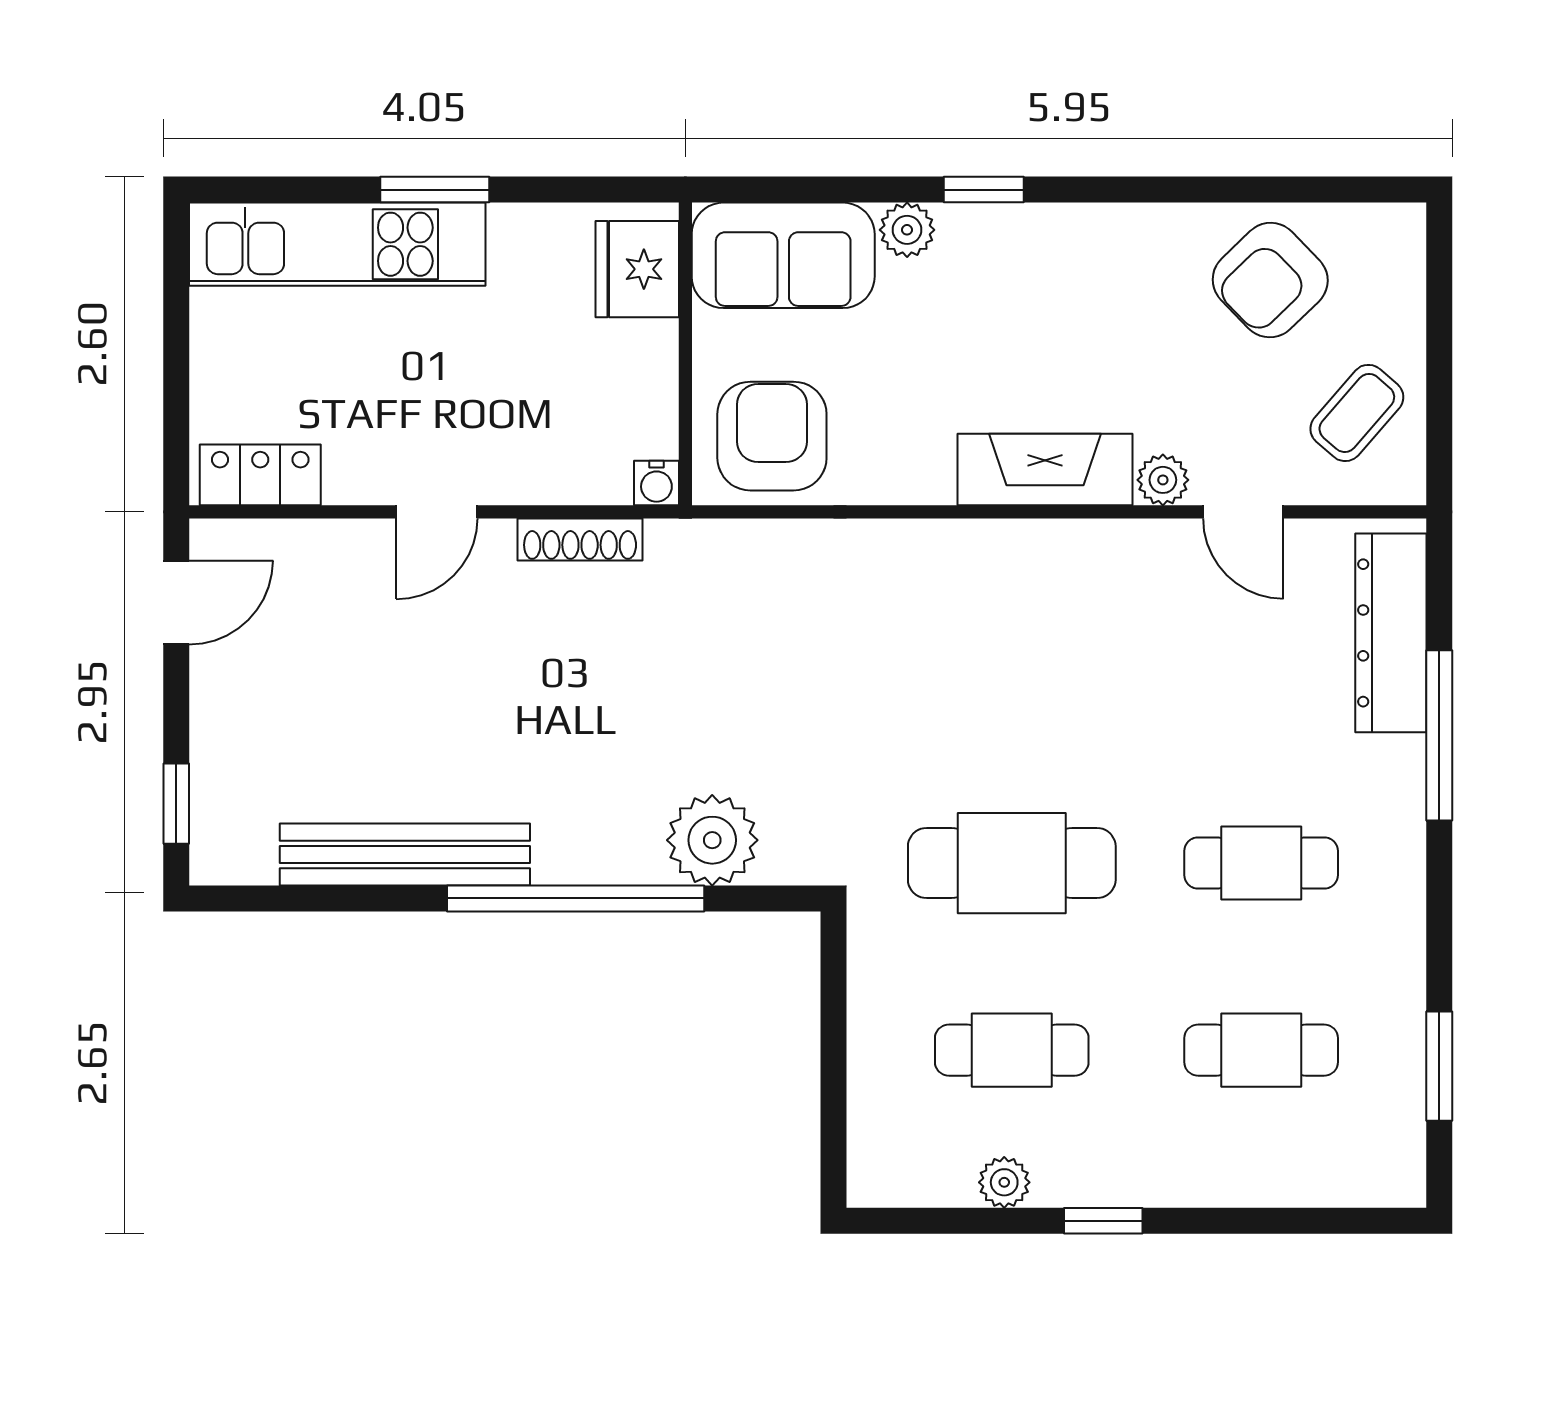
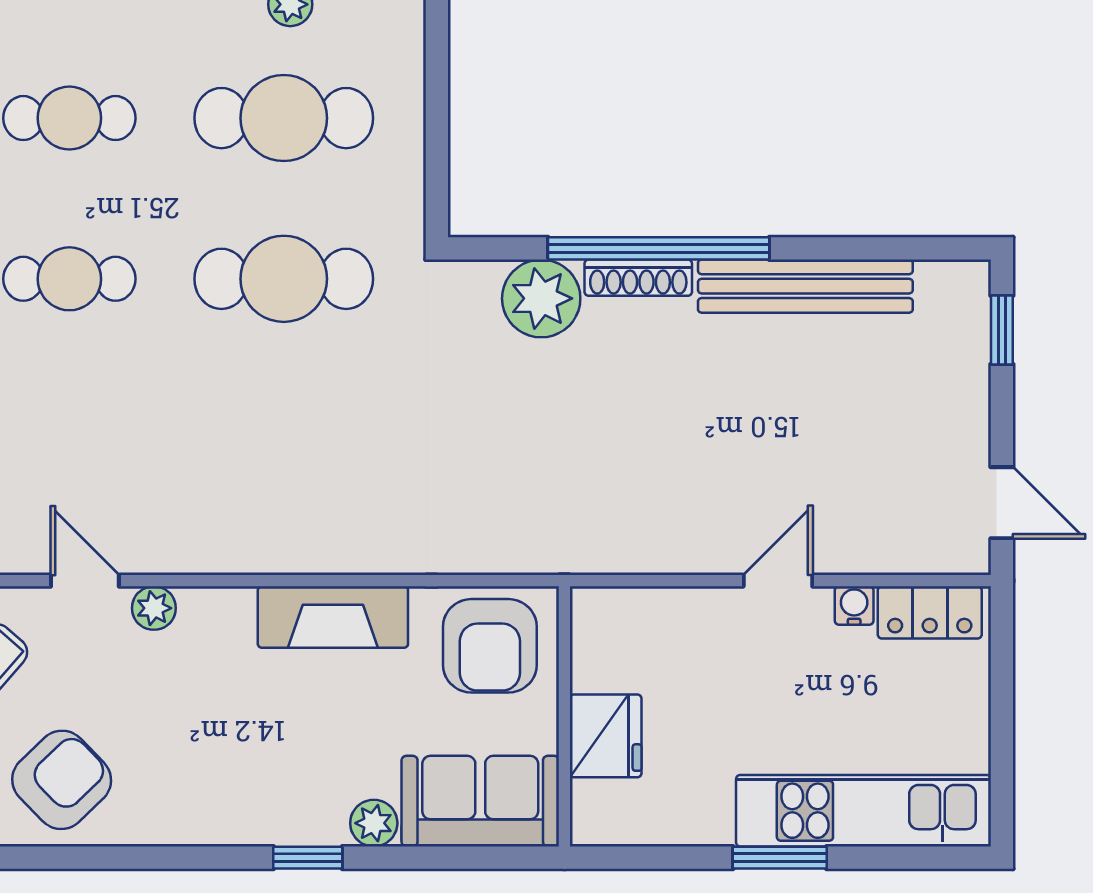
fridge: (637, 269) -> (606, 736), moved
fireplace: (1045, 469) -> (333, 617), moved
water cooler: (656, 483) -> (854, 606), moved
shoe rack: (580, 539) -> (638, 278), moved, turned 180
door: (176, 602) -> (1002, 503), swing flipped
cafe table: (1012, 1050) -> (284, 118), width x1.37, depth x1.35

